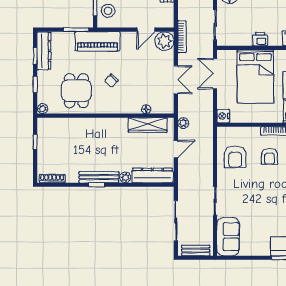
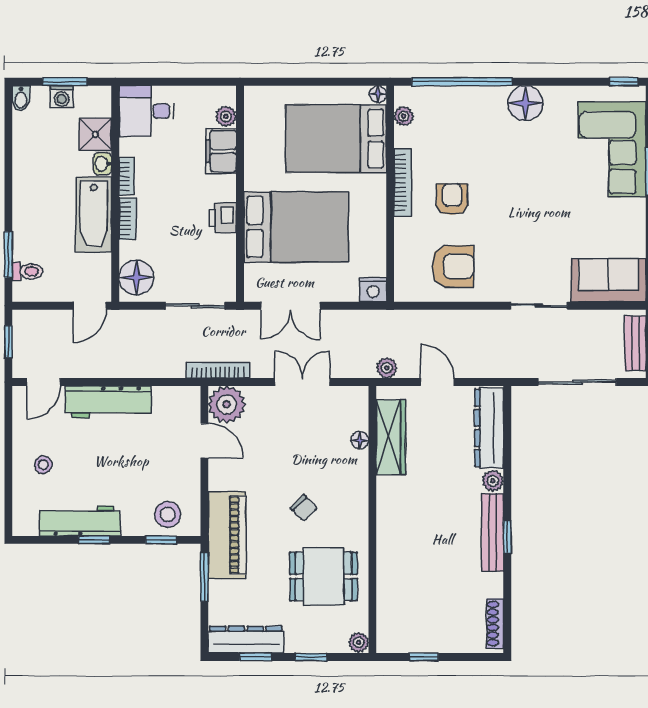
armchair: (270, 156) -> (452, 199), turned -90

